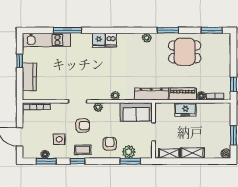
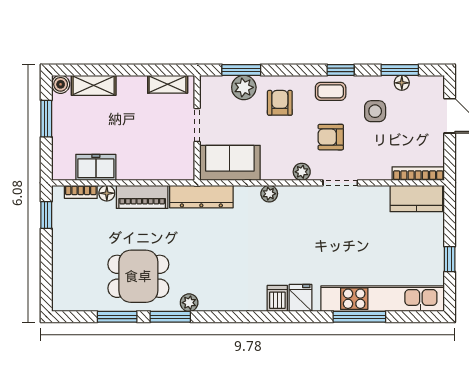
window: (212, 30) -> (117, 317), moved
plant: (147, 38) -> (189, 303), moved
kitchen unit: (46, 40) -> (383, 299), width x1.36
kitchen counter: (29, 77) -> (416, 198), moved, turned -90
freezer: (185, 110) -> (96, 167), moved
armchair: (110, 144) -> (280, 103), turned 180
shelving: (192, 153) -> (94, 85), moved

